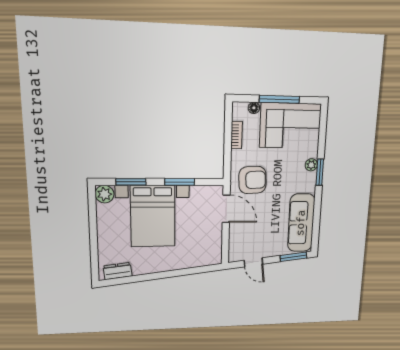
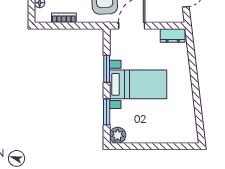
bed with nightstands: (153, 216) -> (138, 84), width x0.73
dresser: (118, 271) -> (173, 35), moved, turned -83

